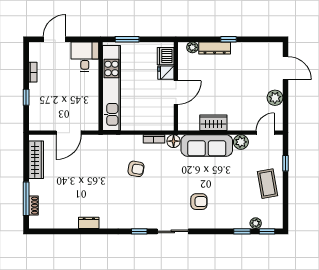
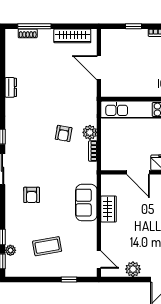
floor lamp: (174, 141) -> (91, 170), removed
plant: (241, 142) -> (90, 132), moved
sofa: (207, 146) -> (86, 203), width x0.73
coffee table: (267, 184) -> (47, 246), moved

